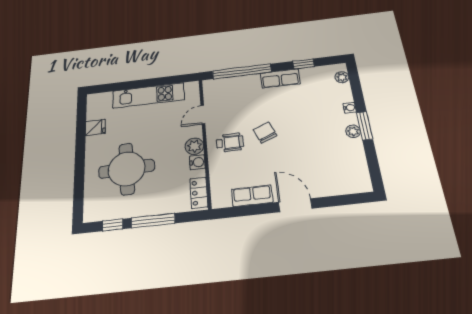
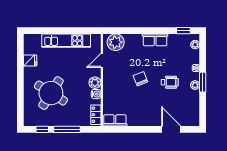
window: (304, 64) -> (183, 31), moved
window: (242, 71) -> (130, 31), removed
plant: (222, 89) -> (116, 42), added
wheelchair: (230, 142) -> (170, 82), moved
round table: (127, 169) -> (51, 93), turned 34
row of seats: (252, 196) -> (115, 120), moved
door: (295, 205) -> (171, 129), moved

